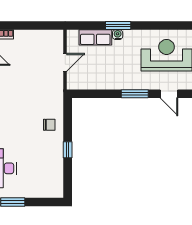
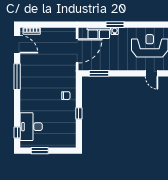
door: (65, 62) -> (77, 51), width x1.88
window: (135, 94) -> (99, 73), moved

